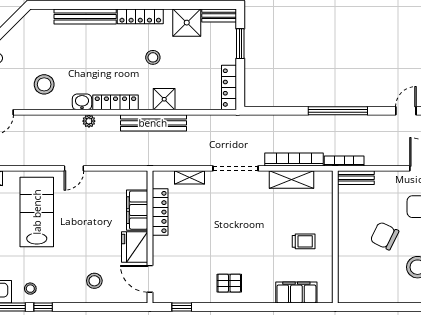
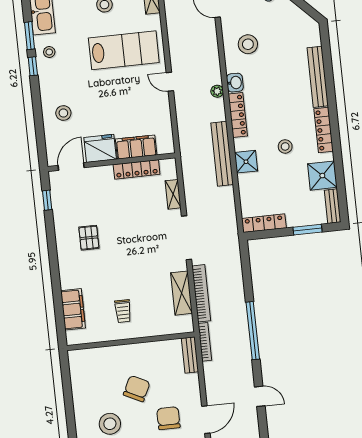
pallet: (229, 283) -> (89, 238), moved

